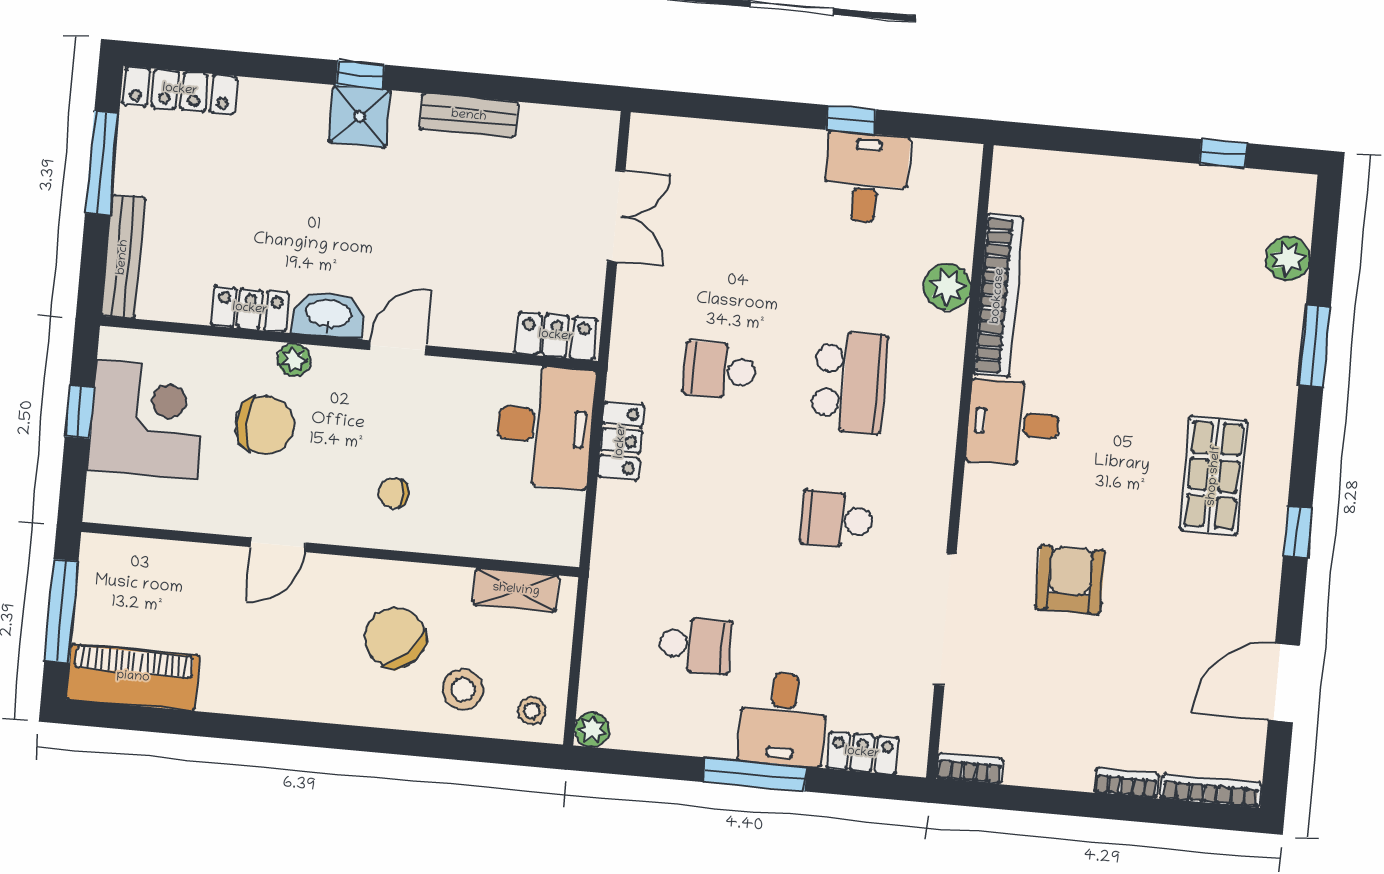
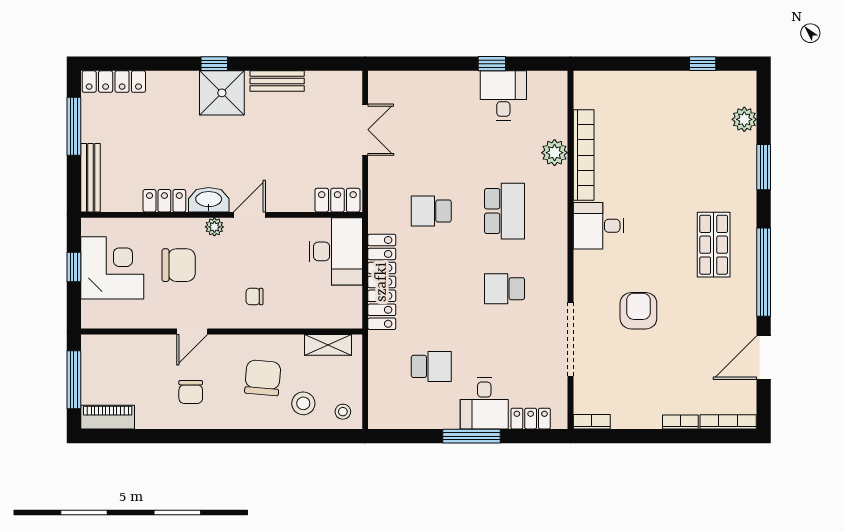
shower: (359, 116) -> (222, 93), width x1.36, depth x1.36
plant: (294, 360) -> (214, 227), moved
locker: (621, 441) -> (382, 282), width x2.16, depth x1.21
window: (1298, 532) -> (764, 272), width x3.17
chair: (395, 638) -> (263, 378), turned 50
chair: (266, 651) -> (191, 392), added
piano: (133, 677) -> (108, 417), width x0.73, depth x0.75
plant: (592, 730) -> (378, 419), removed

